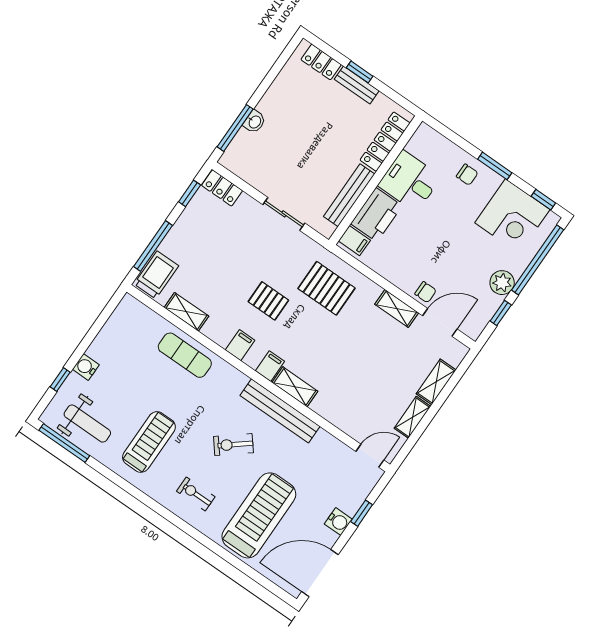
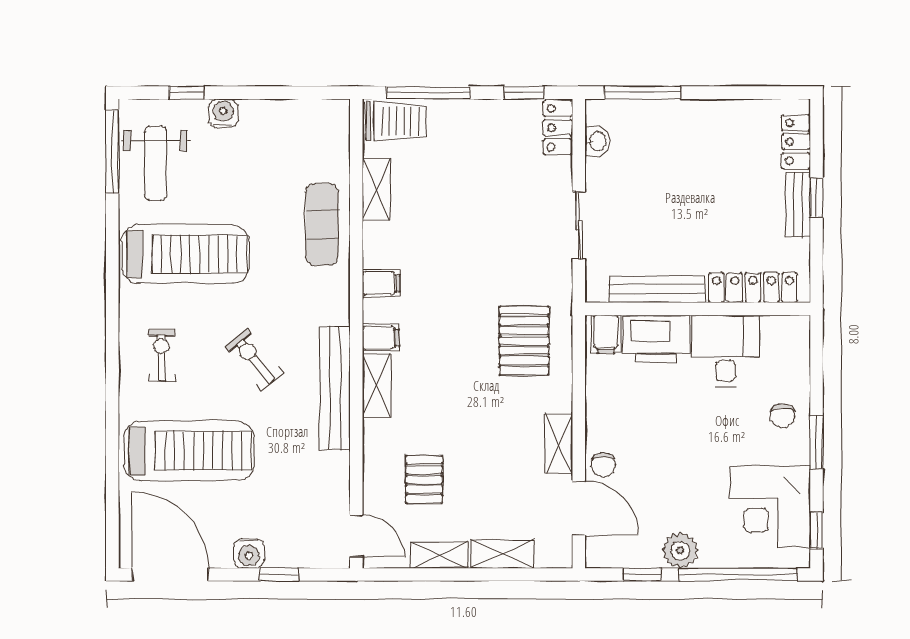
washbasin: (254, 122) -> (597, 141), moved, turned -90
pallet: (268, 301) -> (424, 479), moved
treadmill: (149, 442) -> (185, 254), width x1.37, depth x1.38

